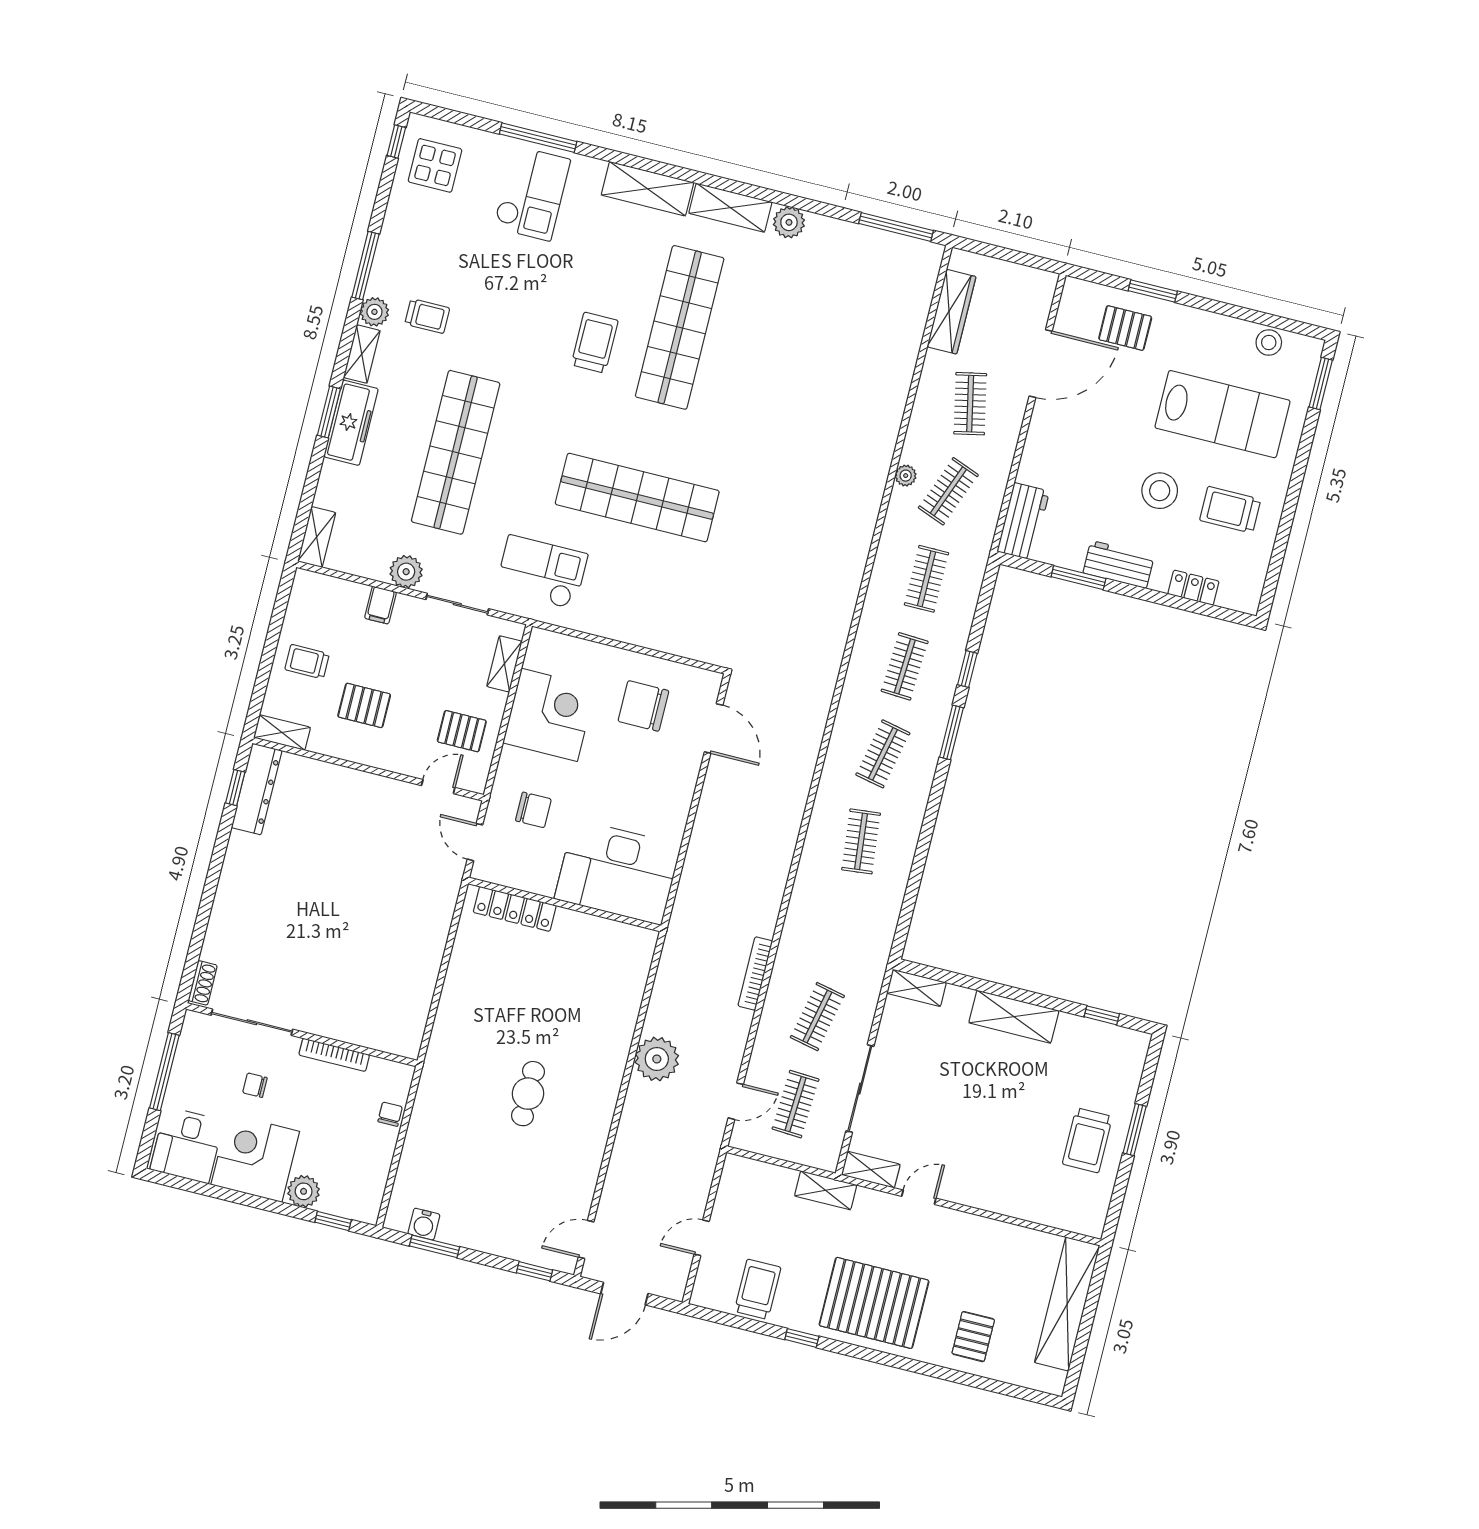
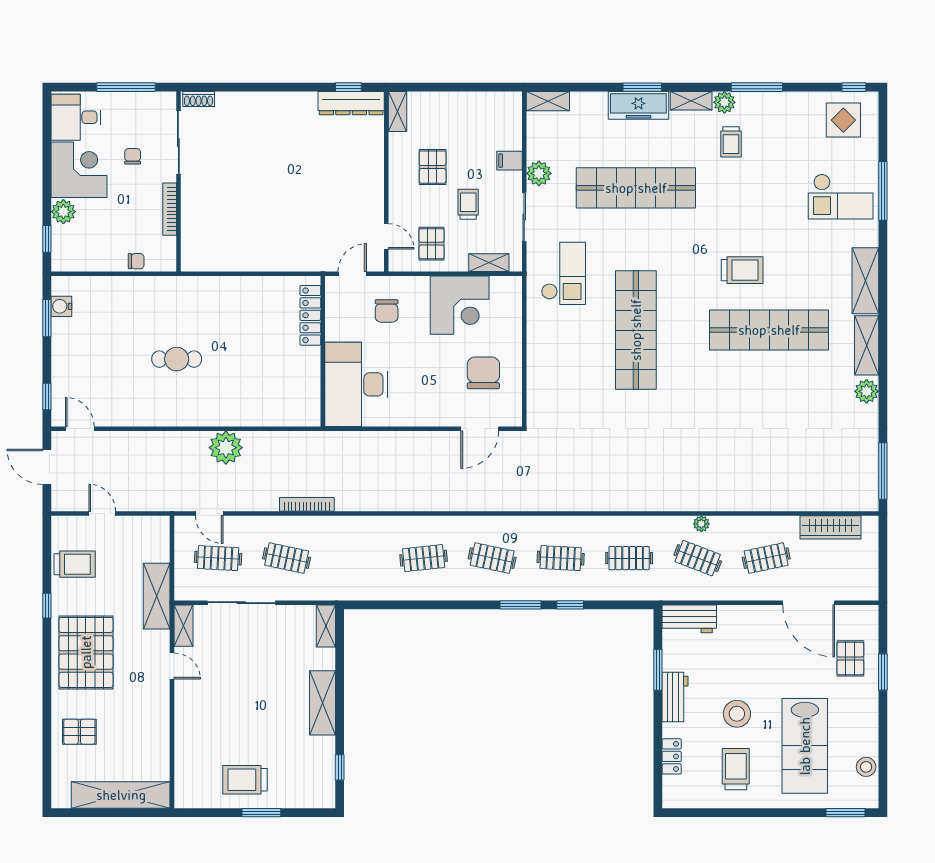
trolley: (307, 662) -> (468, 204), moved
shelving: (826, 1190) -> (157, 596), width x1.50, depth x1.33

